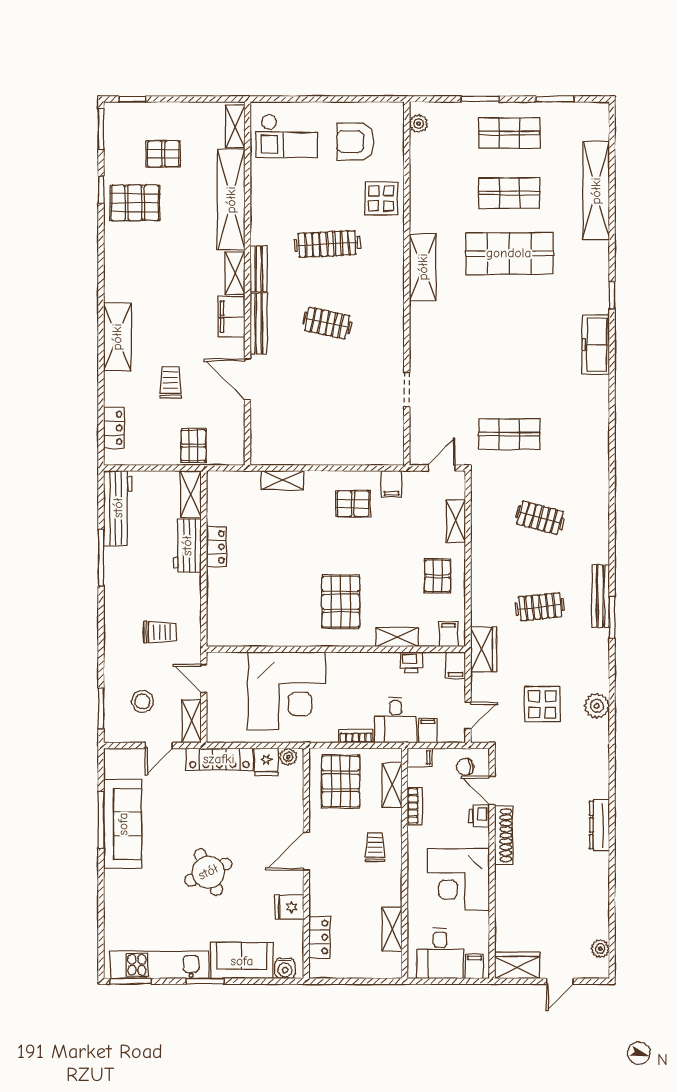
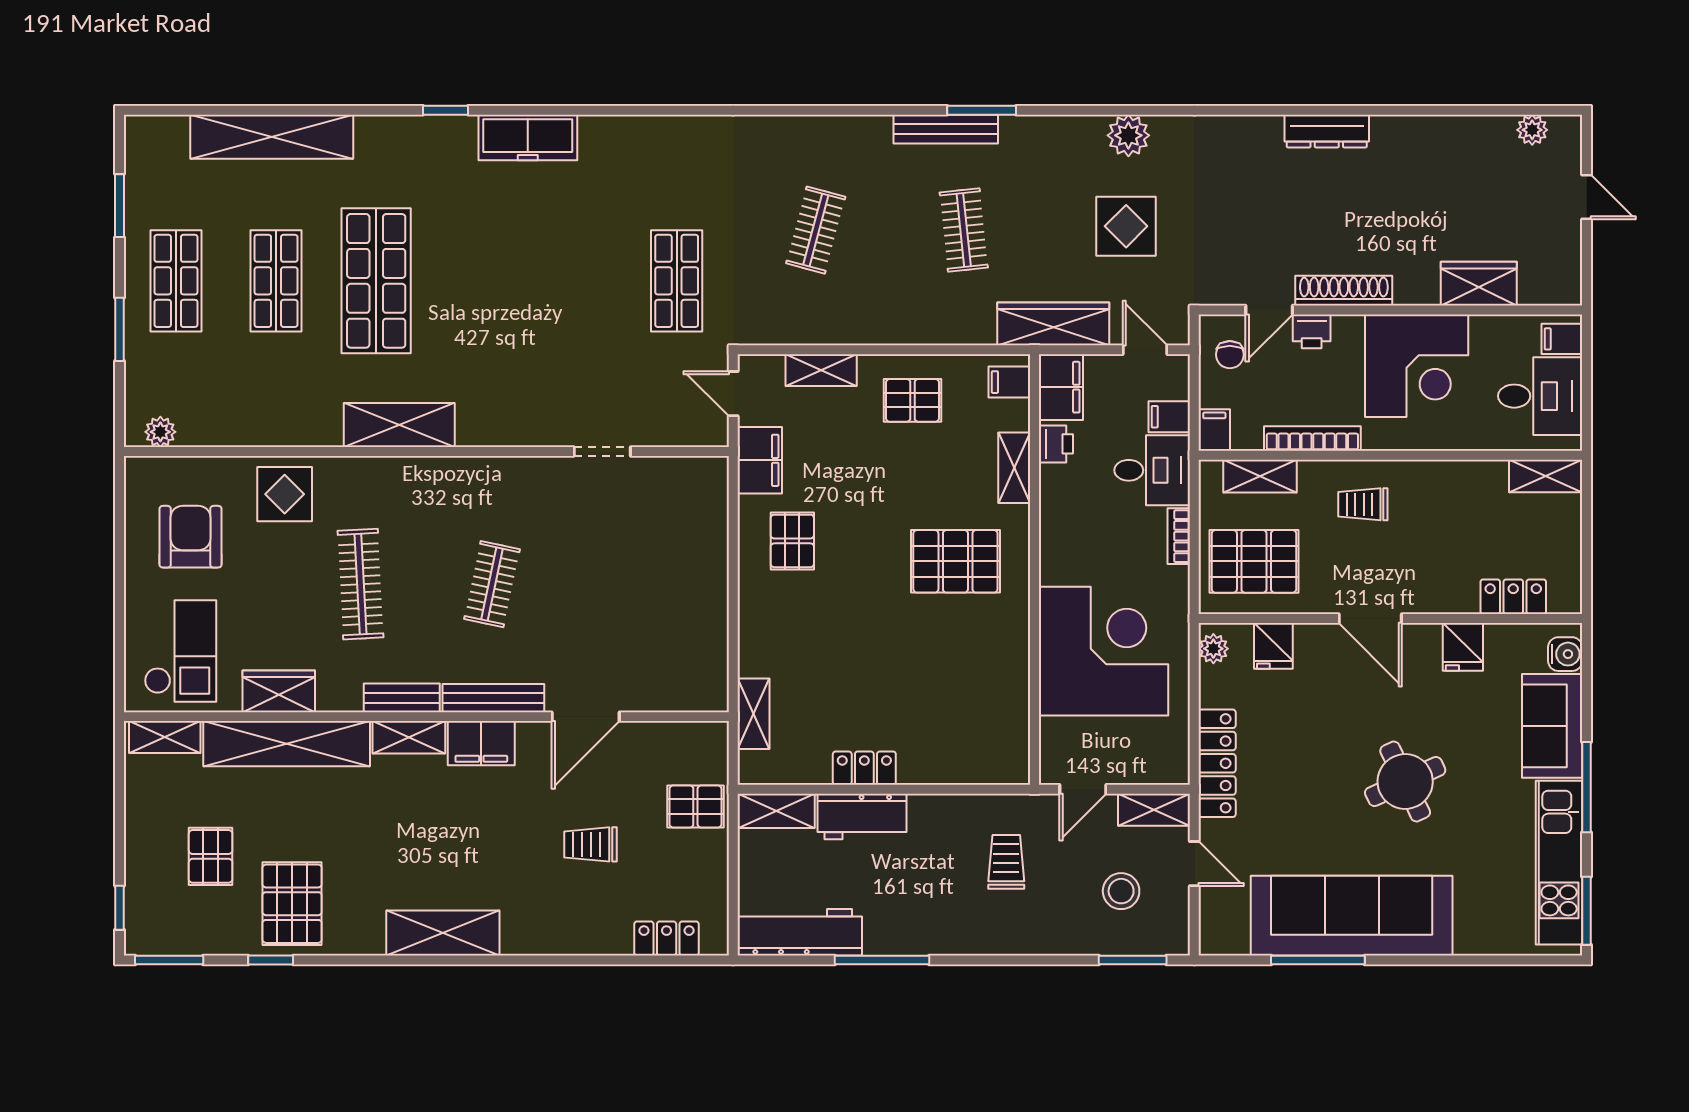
armchair: (356, 142) -> (191, 537), turned 180
wardrobe: (263, 195) -> (279, 691), added
shelving: (117, 337) -> (443, 933), moved
shelving: (282, 480) -> (753, 714), moved
filing cabinet: (392, 484) -> (760, 460), width x2.00
wardrobe: (484, 649) -> (1053, 324), width x1.50
filing cabinet: (455, 665) -> (1061, 387), width x2.00
fridge: (266, 762) -> (1273, 646), moved, turned 90
bookcase: (415, 806) -> (1312, 438), width x1.56
sofa: (123, 824) -> (1352, 916), width x1.36, depth x1.27
shelving: (392, 929) -> (1546, 476), moved
wardrobe: (517, 965) -> (1479, 284), moved, turned 90
window: (205, 981) -> (1587, 787), width x1.44

